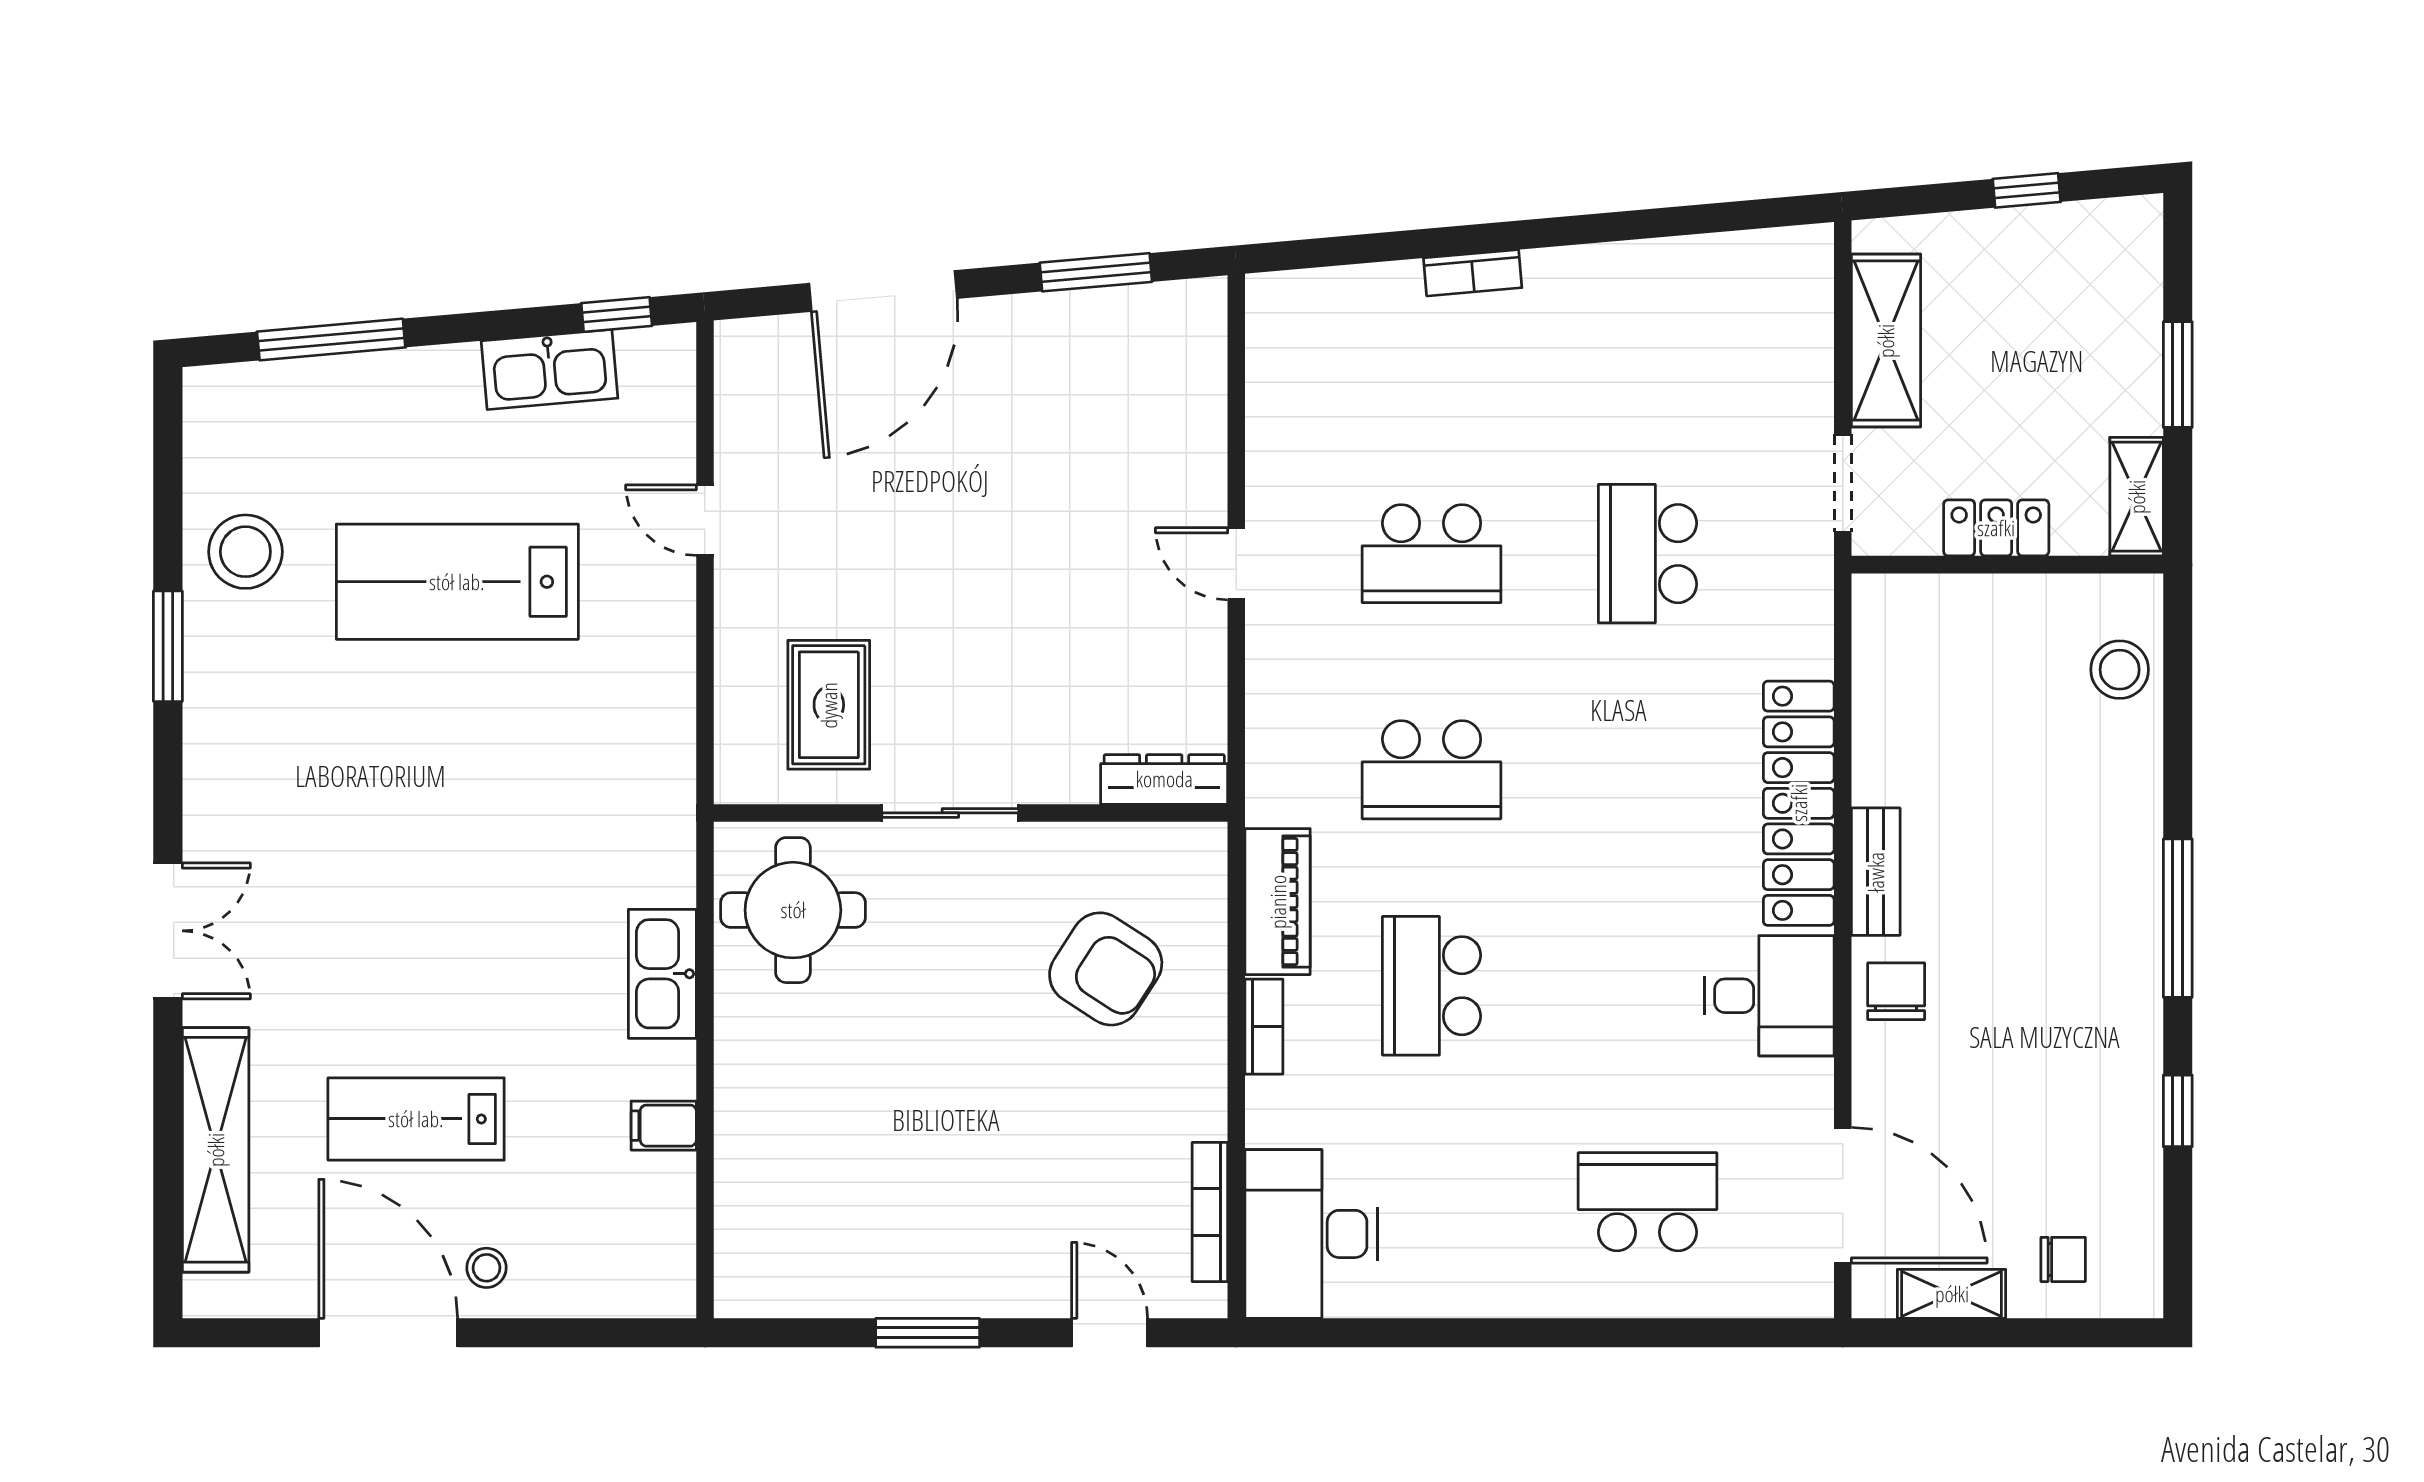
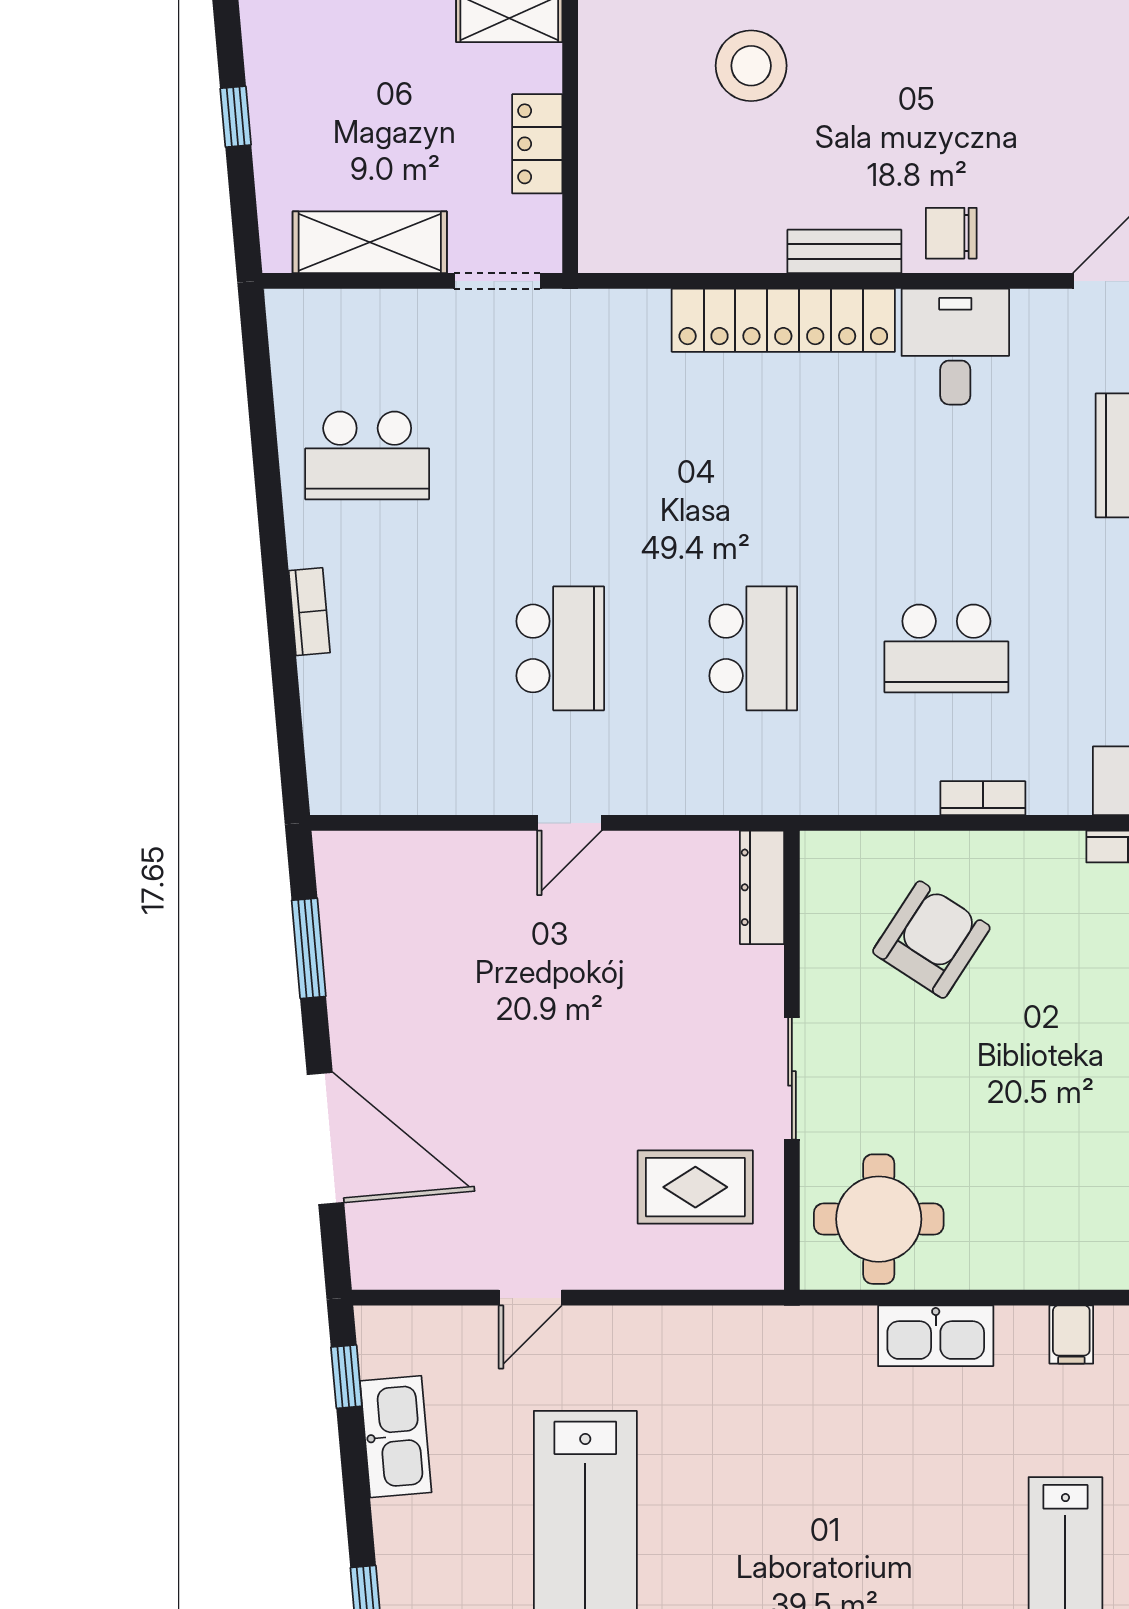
school desk: (1647, 554) -> (367, 455), moved
stool: (2120, 670) -> (751, 66), moved, width x1.38, depth x1.38
piano: (1278, 902) -> (871, 786), removed

